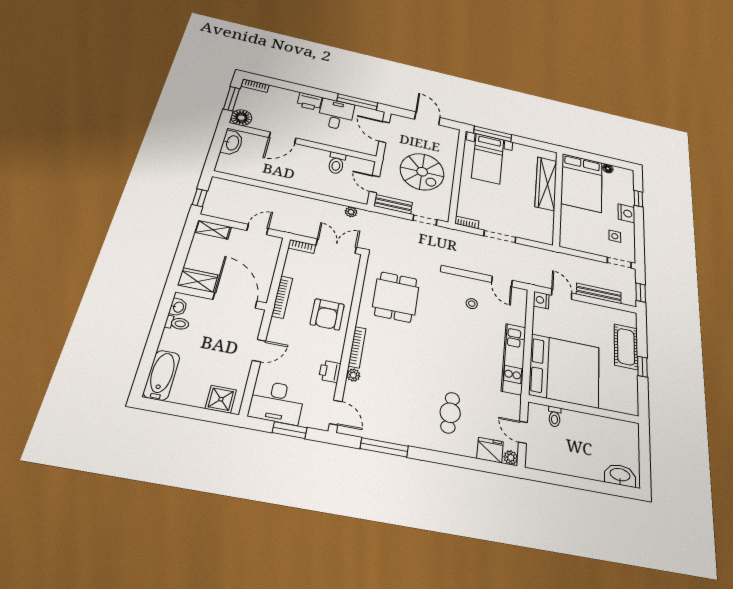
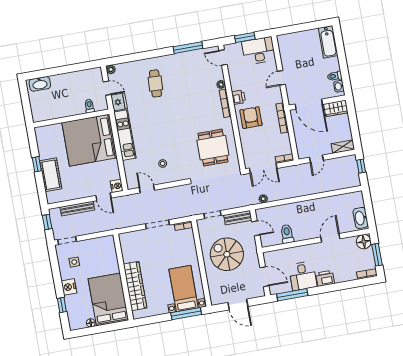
printer: (330, 371) -> (238, 97), moved
shower: (221, 399) -> (290, 41), removed
fridge: (490, 450) -> (119, 102), moved, turned -90

